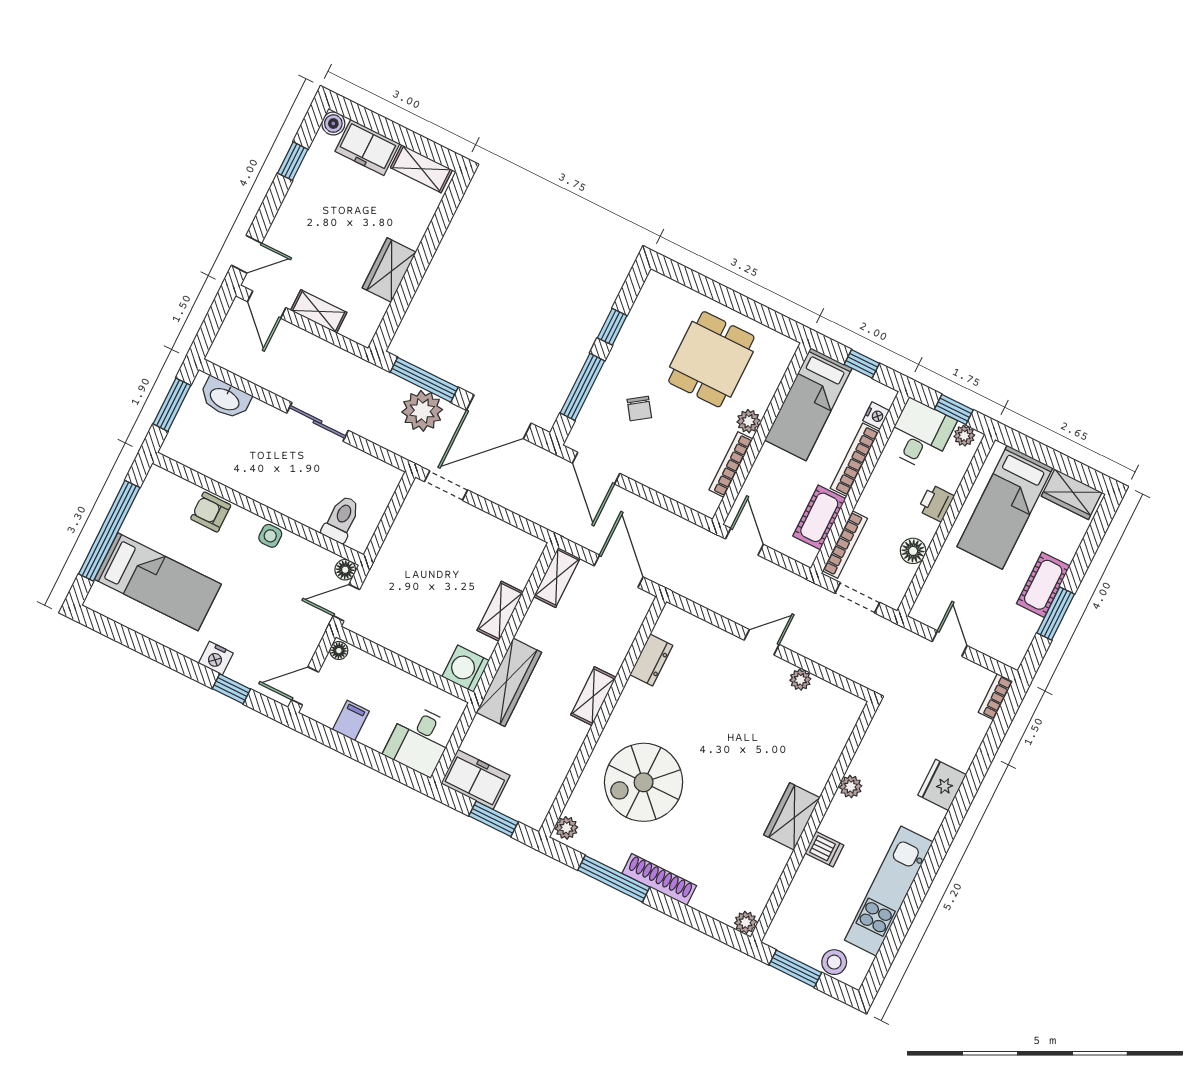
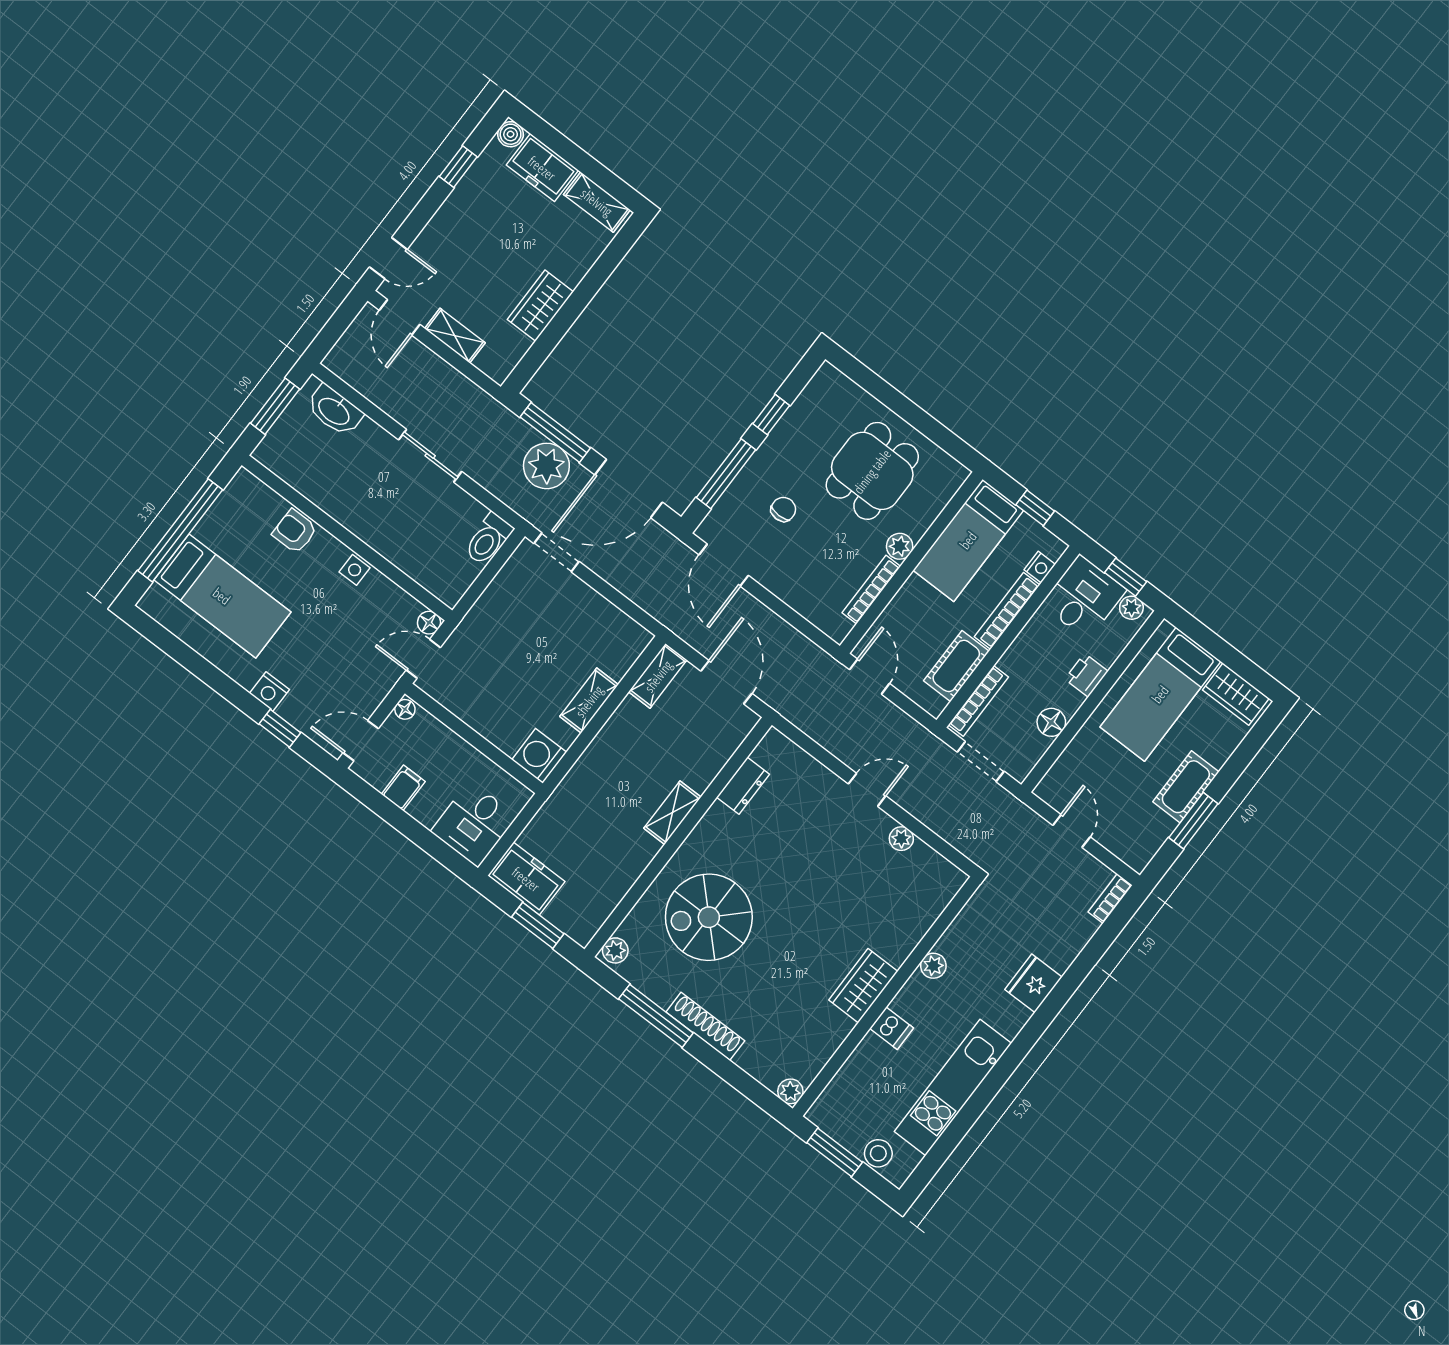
chair: (639, 409) -> (783, 509), turned -145
toilet: (341, 519) -> (488, 539), moved, turned 180
wardrobe: (509, 682) -> (583, 780), removed

